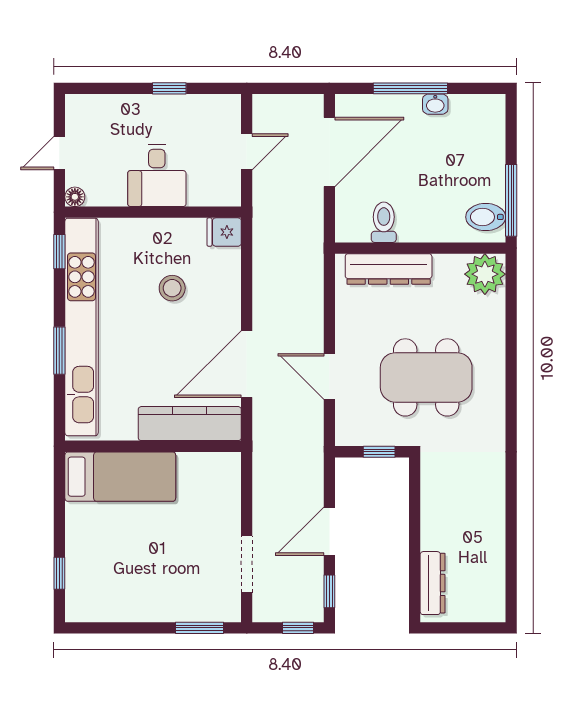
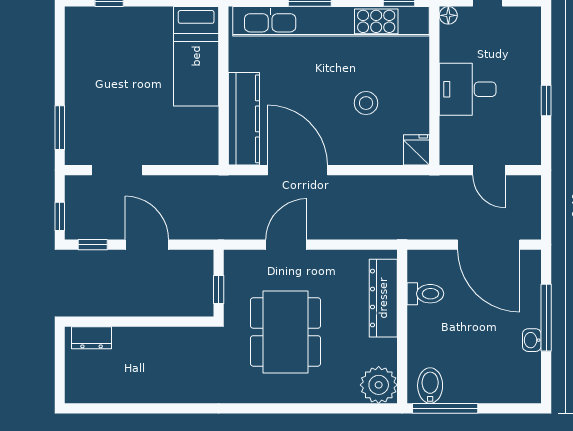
dresser: (433, 583) -> (92, 338), width x0.70

